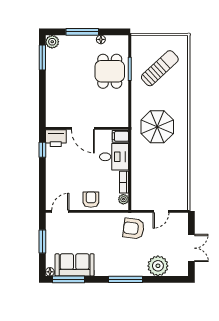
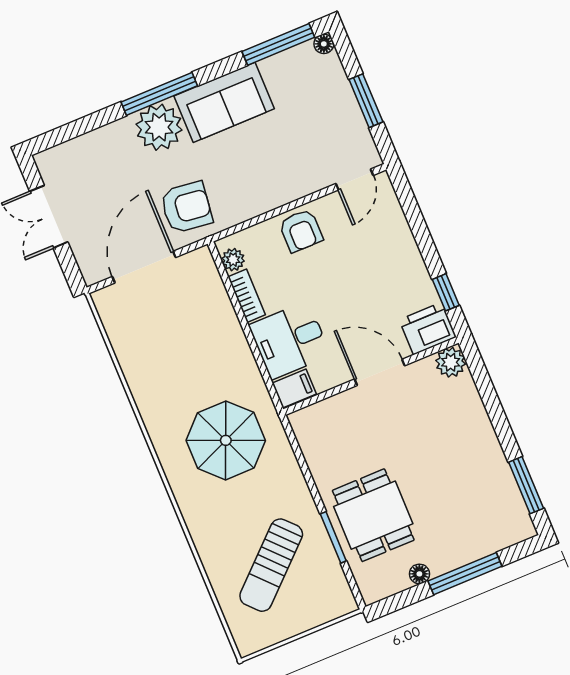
plant: (52, 42) -> (451, 362), moved
door: (161, 211) -> (144, 267), width x1.88
sofa: (75, 265) -> (224, 102), moved
plant: (158, 266) -> (159, 127), moved

